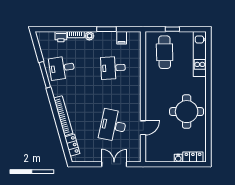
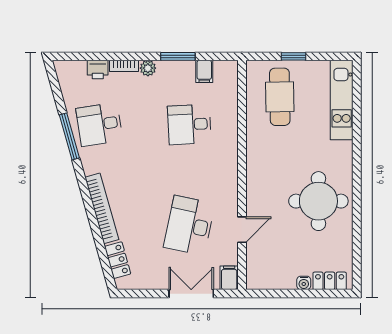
filing cabinet: (136, 155) -> (229, 278), added

